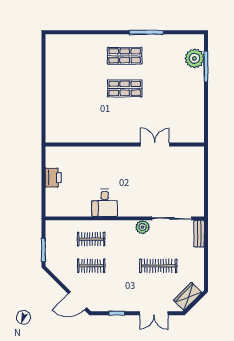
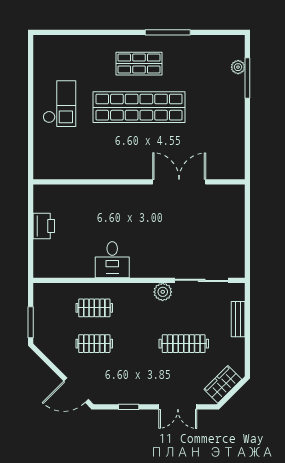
plant: (194, 58) -> (238, 67), width x0.53, depth x0.53
checkout: (65, 86) -> (59, 104), added
shop shelf: (125, 88) -> (139, 107), width x2.00, depth x1.36
double door: (155, 144) -> (179, 182), width x1.37
bench: (199, 234) -> (238, 319), moved

